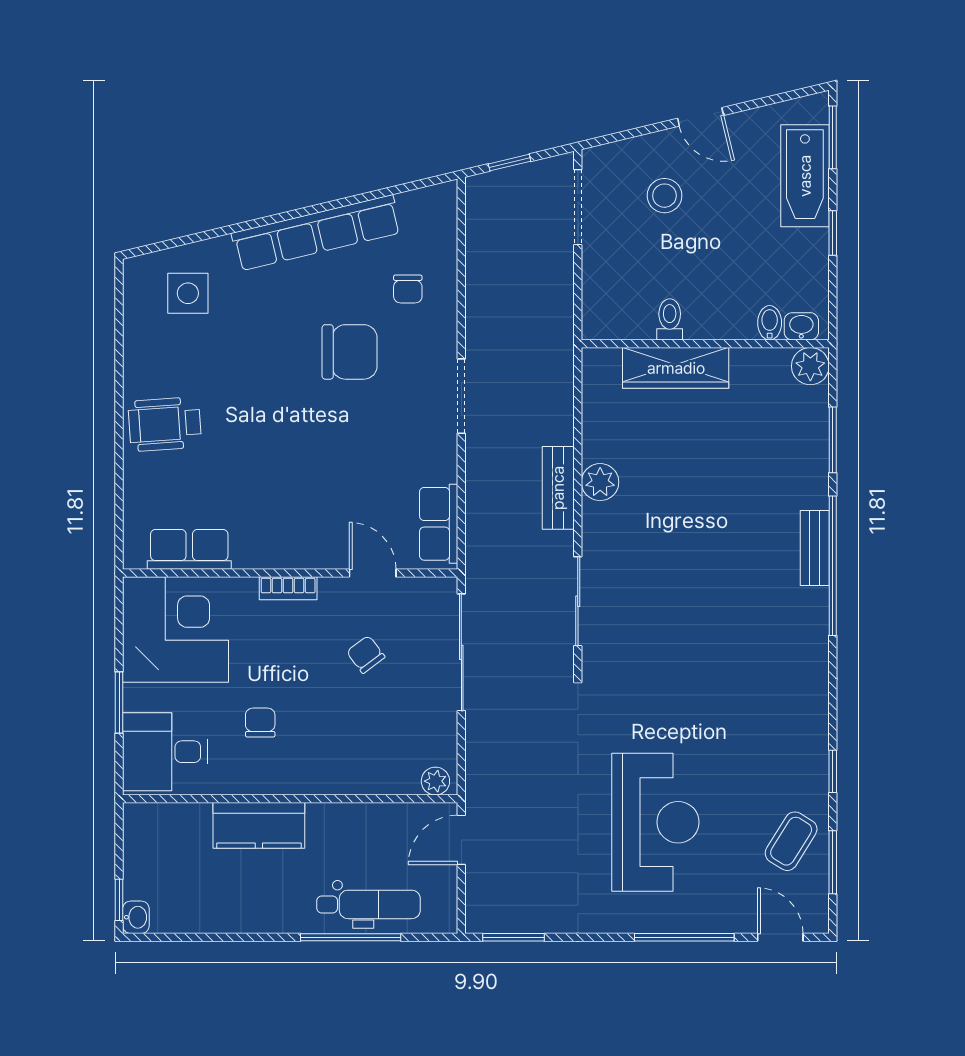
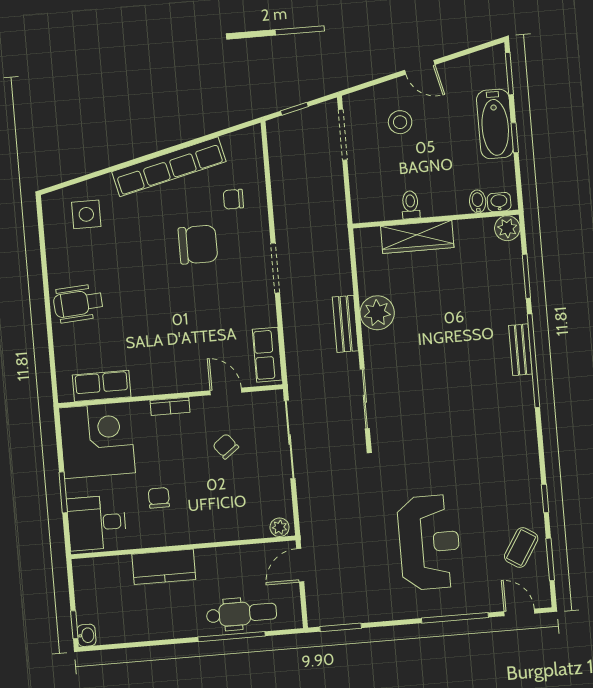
bathtub: (805, 176) -> (495, 124), moved
chair: (408, 289) -> (233, 199), turned 90
plant: (600, 482) -> (377, 313), width x1.36, depth x1.36

